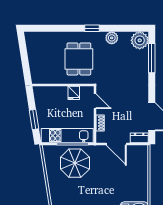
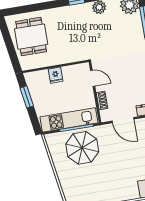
dining table: (79, 59) -> (31, 37), moved
fridge: (74, 93) -> (56, 75), moved
window: (34, 119) -> (27, 97), moved

